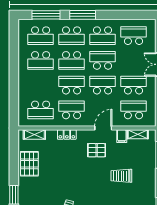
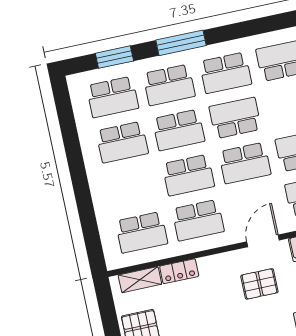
window: (46, 15) -> (114, 57), width x0.69
school desk: (72, 85) -> (188, 175), turned 180
school desk: (103, 85) -> (245, 163), turned 180
school desk: (72, 110) -> (198, 220), turned 180
locker: (67, 135) -> (179, 271), moved

